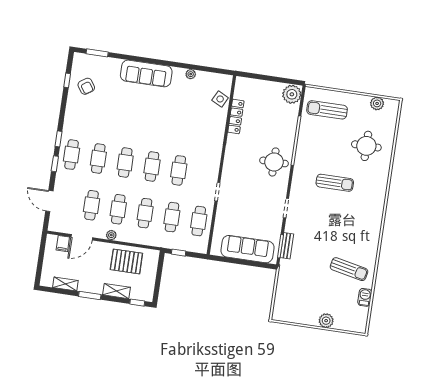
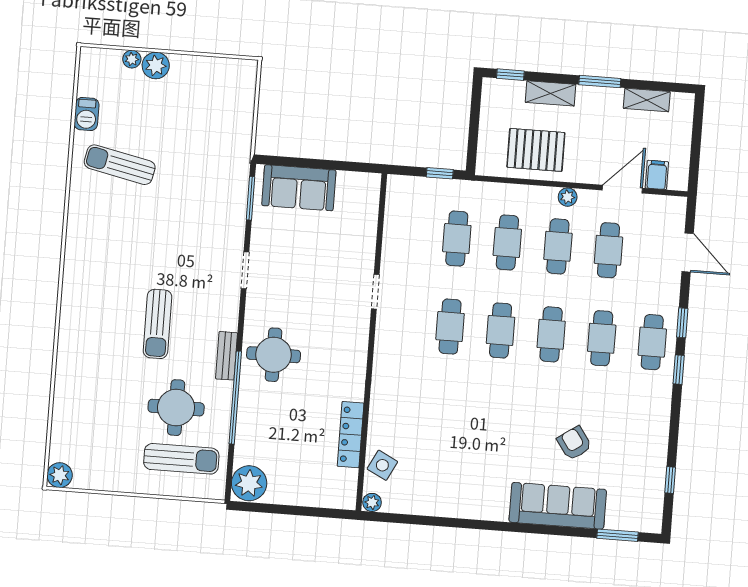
sofa: (146, 73) -> (558, 506), moved
plant: (191, 74) -> (372, 502), moved
armchair: (86, 86) -> (574, 443), moved
plant: (377, 103) -> (60, 475), moved
round table: (366, 146) -> (176, 408), moved
sun lounger: (335, 183) -> (157, 324), turned -90
cafe table: (199, 221) -> (406, 235), removed
bench: (287, 246) -> (227, 356), moved
sofa: (247, 249) -> (299, 188), width x0.73
plant: (339, 325) -> (132, 59), added

